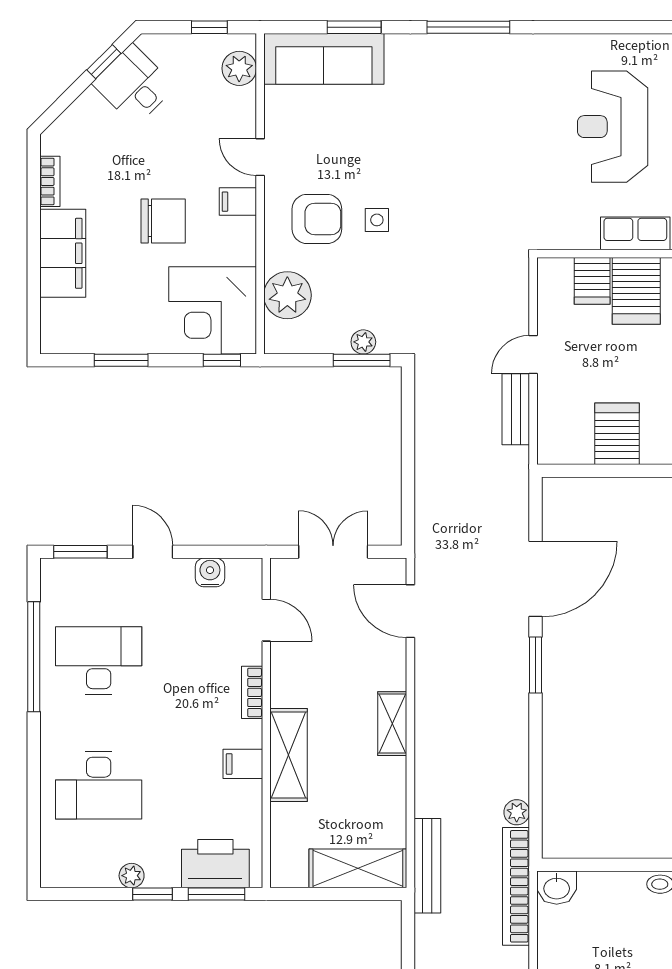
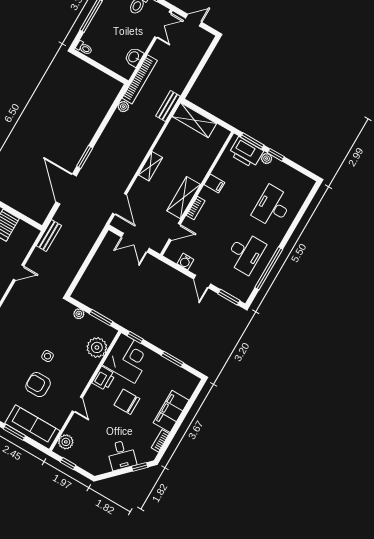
window: (104, 62) -> (140, 467), moved
desk: (134, 85) -> (122, 455), moved
filing cabinet: (238, 202) -> (95, 393), removed
armchair: (317, 219) -> (38, 385), moved
printer: (237, 241) -> (104, 378), added
window: (362, 360) -> (101, 318), moved
bench: (516, 409) -> (49, 236), moved
door: (536, 579) -> (66, 189), hinge flipped
door: (266, 620) -> (175, 232), swing flipped
desk: (99, 660) -> (245, 253), turned -90
shelving: (289, 755) -> (184, 198), moved
desk: (99, 785) -> (272, 207), turned -90
bench: (427, 866) -> (168, 106), width x0.73
plant: (132, 876) -> (267, 159), moved
washbasin: (557, 888) -> (134, 57), moved, turned -90

